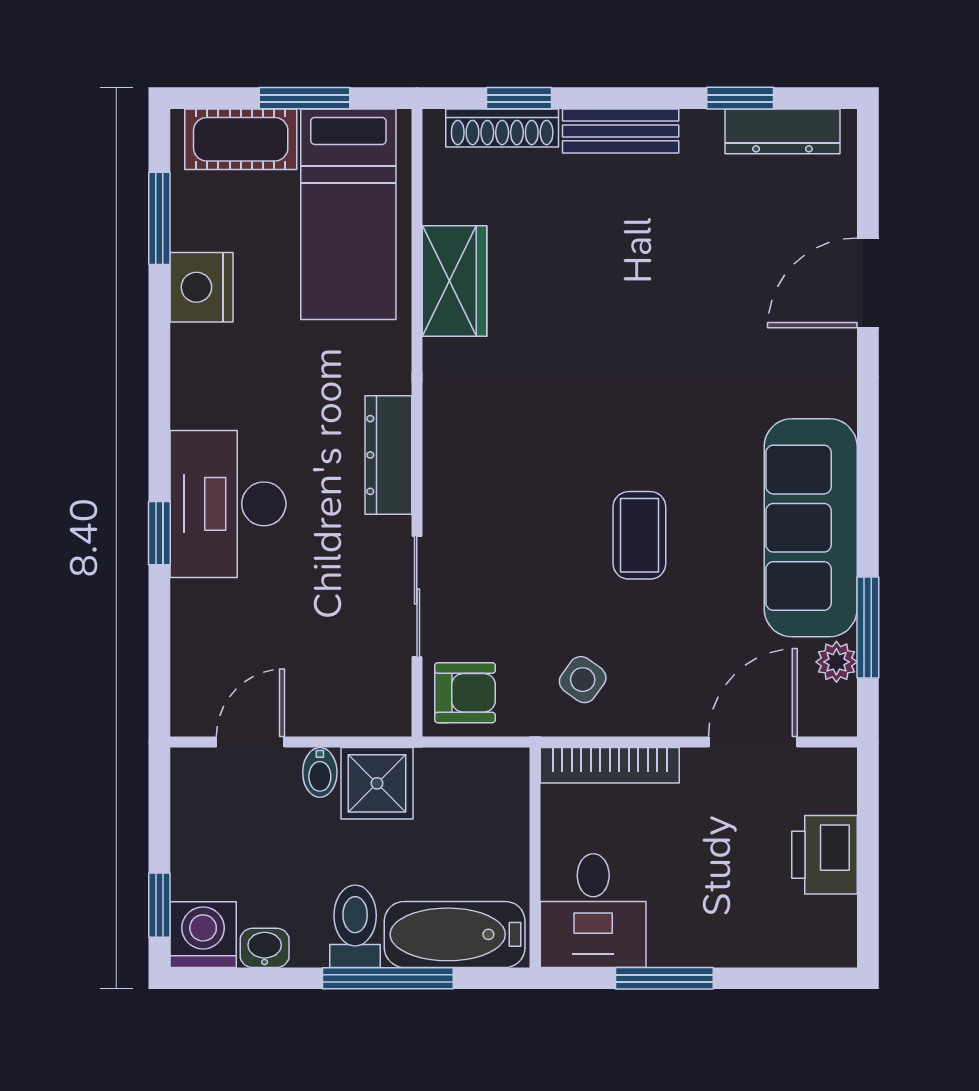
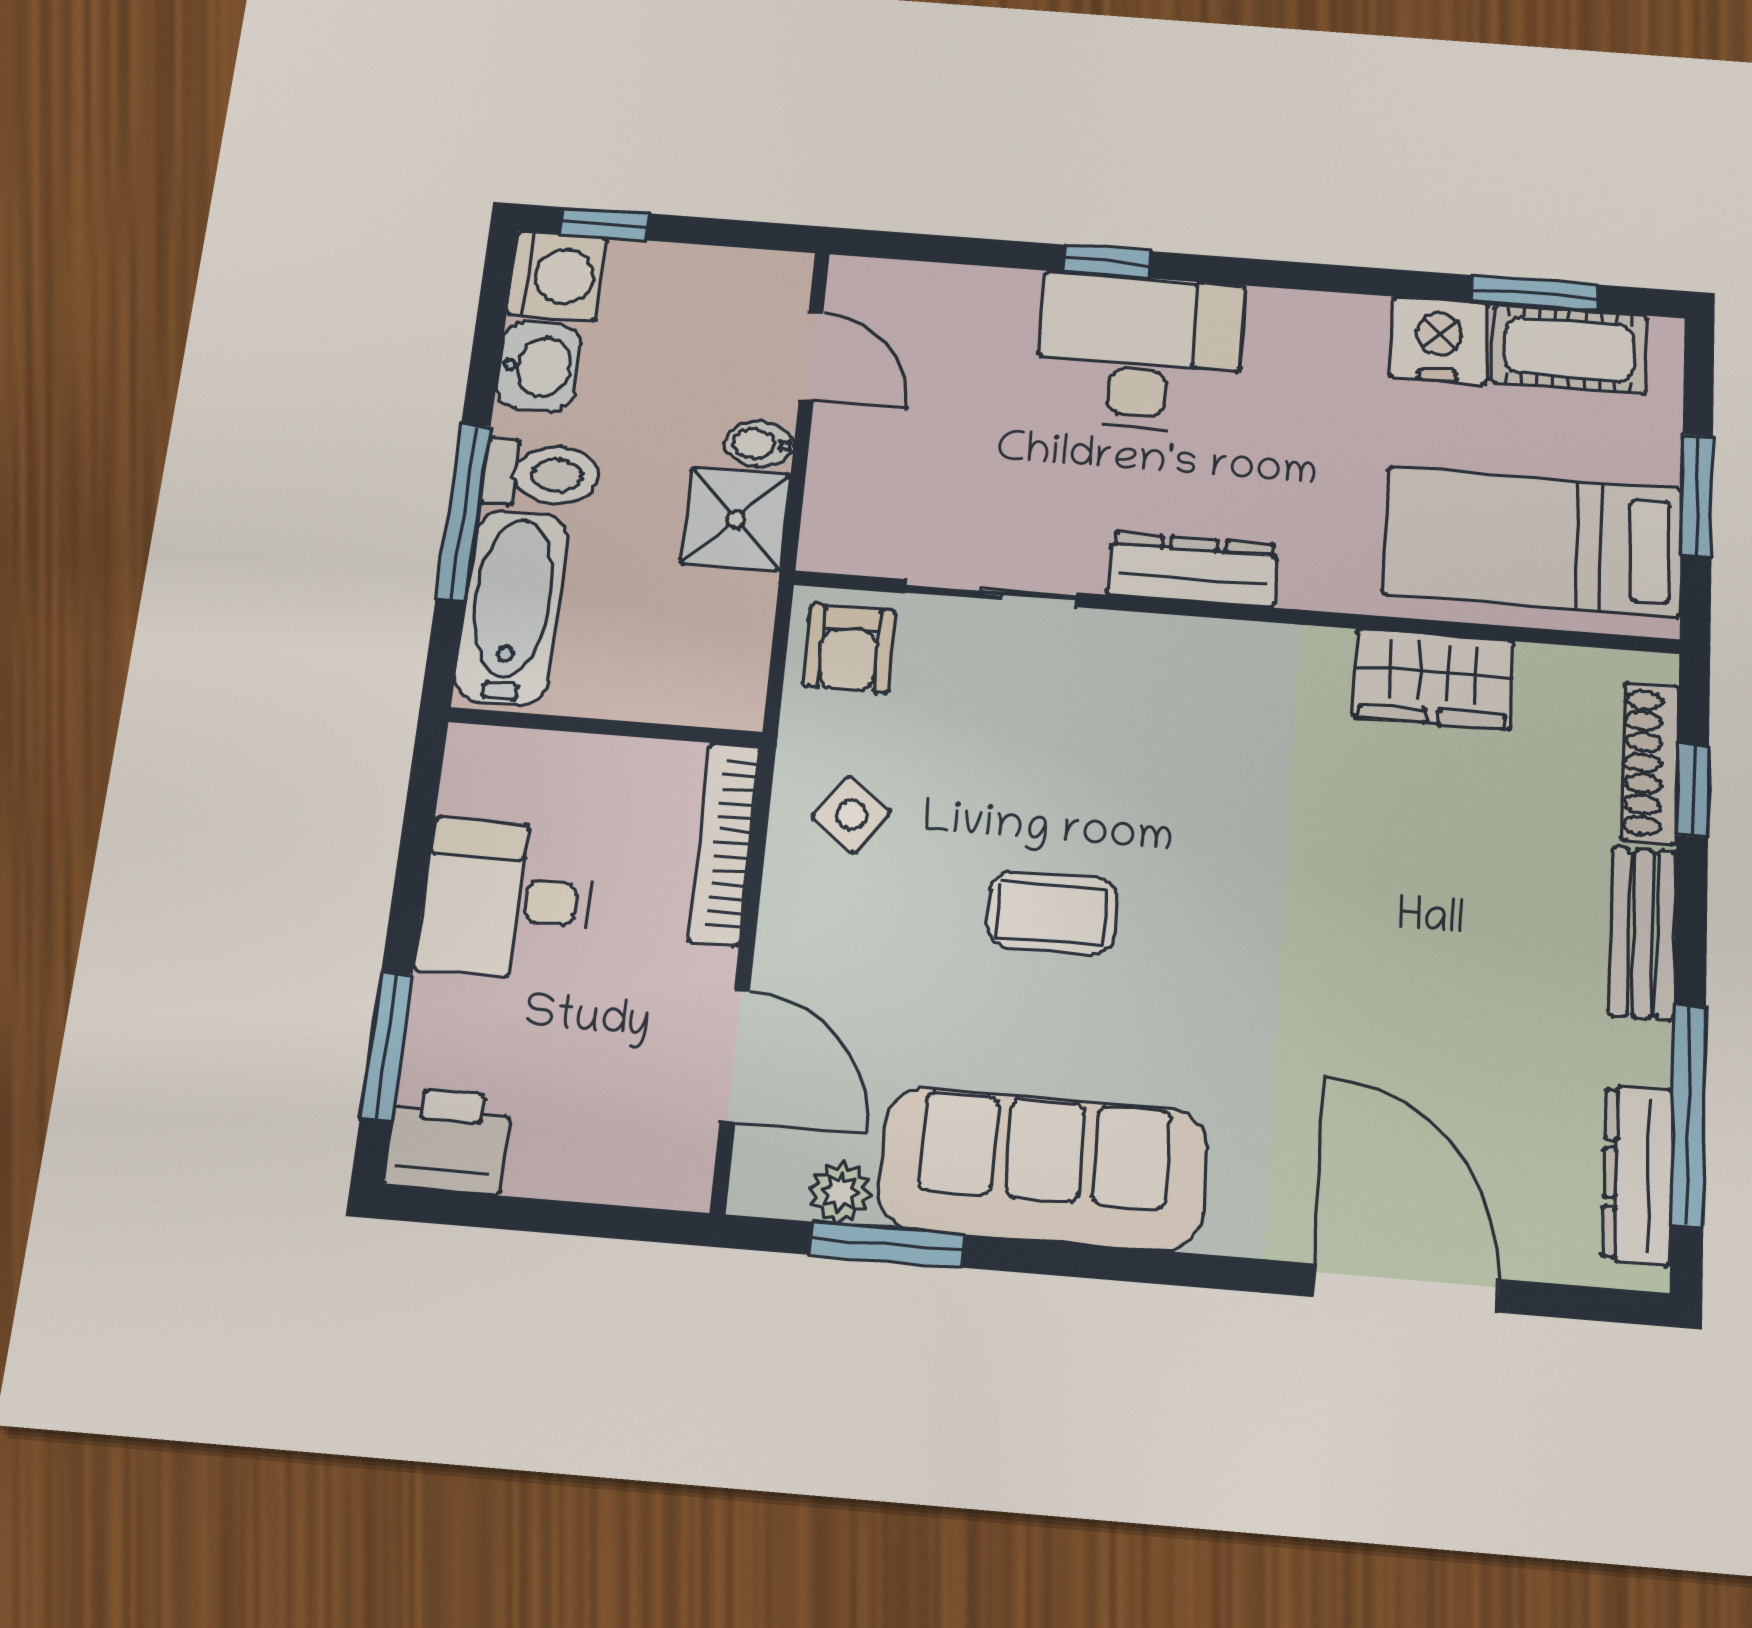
window: (740, 98) -> (1688, 1114), width x2.17
cot: (241, 139) -> (1570, 349), moved, turned 90
door: (868, 283) -> (1406, 1288), width x1.36
printer: (824, 855) -> (448, 1141), moved
desk: (593, 911) -> (506, 899), moved
washbasin: (265, 948) -> (538, 367), width x1.38, depth x1.45
window: (664, 978) -> (386, 1046), moved

